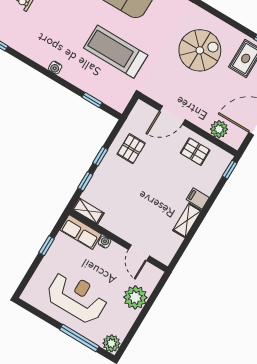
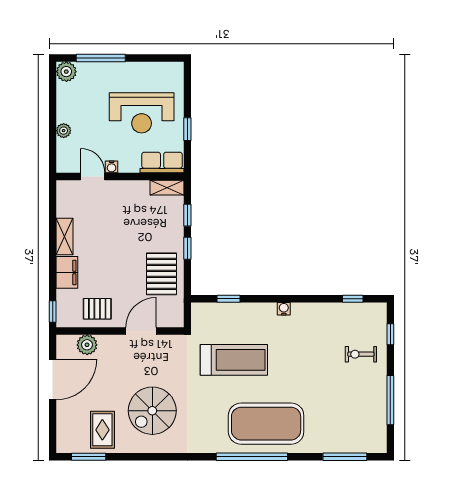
pallet: (131, 149) -> (162, 274), width x1.50, depth x1.42
filing cabinet: (198, 198) -> (67, 272), width x2.00
water cooler: (105, 242) -> (112, 167), moved
reception desk: (77, 297) -> (142, 113), moved
plant: (135, 297) -> (64, 131), width x0.53, depth x0.53

